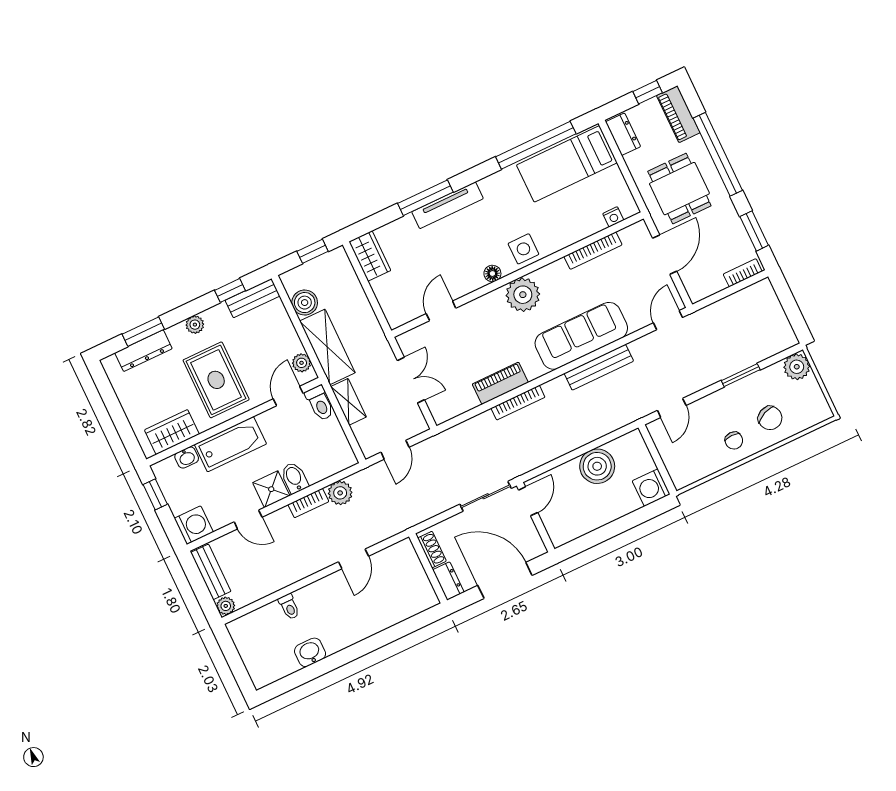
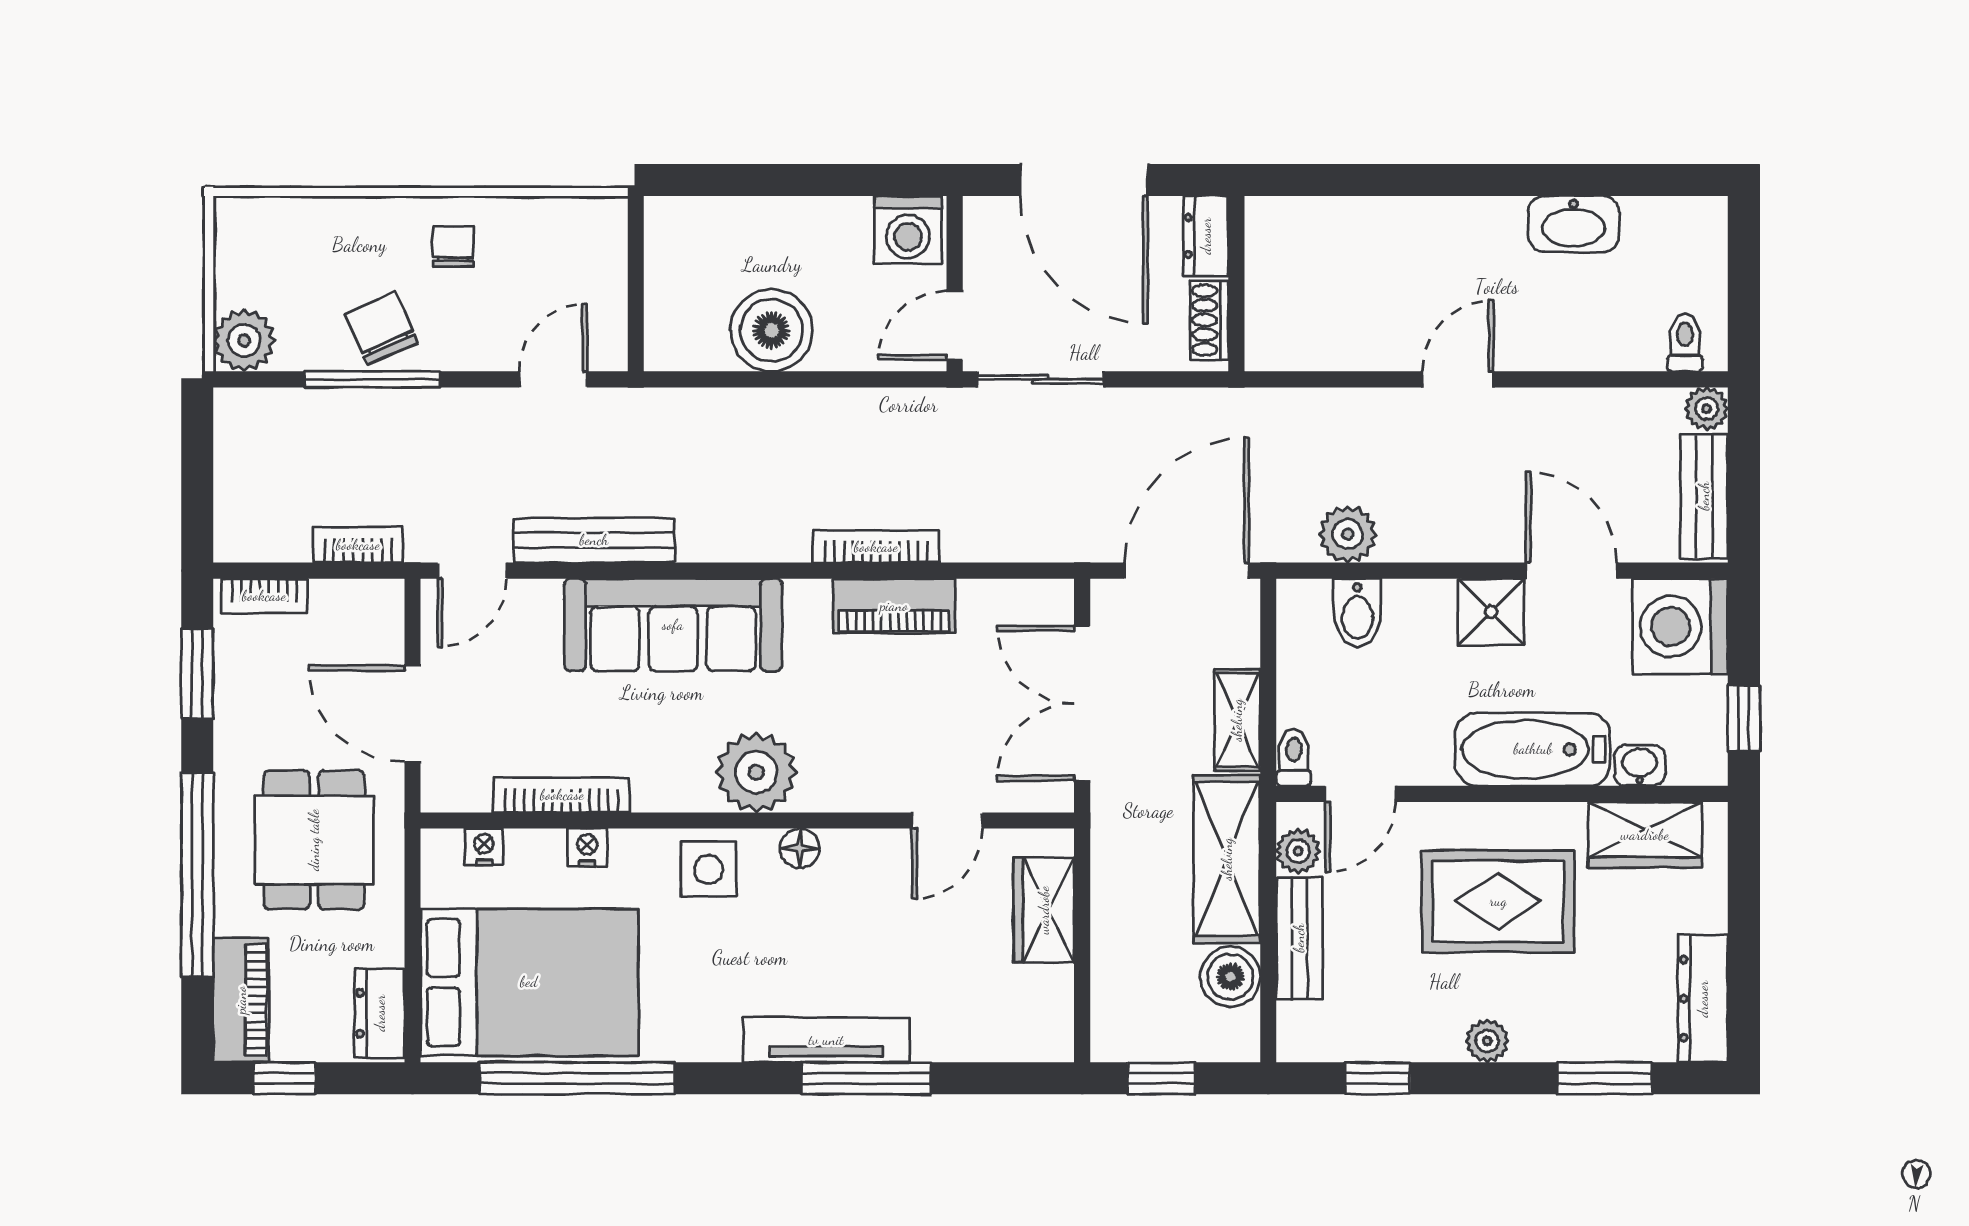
bed: (567, 164) -> (529, 982), width x1.50
nightstand: (574, 235) -> (587, 847), added
door: (665, 255) -> (413, 714), hinge flipped
wardrobe: (370, 256) -> (1044, 910), moved
bench: (253, 298) -> (1299, 938), moved, turned 90
dresser: (143, 351) -> (1703, 999), moved, turned -90
bench: (599, 367) -> (594, 540), moved
window: (741, 375) -> (373, 379), width x1.44
rug: (216, 380) -> (1498, 901), turned 90
double door: (411, 380) -> (1082, 703), width x1.37
toilet: (320, 403) -> (1294, 758), width x0.73, depth x0.72
chair: (770, 418) -> (381, 329), moved
door: (395, 450) -> (1186, 571), width x1.87
bidet: (294, 478) -> (1357, 613), moved
washing machine: (651, 488) -> (908, 230), moved, turned 90
bookcase: (308, 503) -> (358, 545), moved
door: (248, 519) -> (1571, 571), width x1.38
washing machine: (194, 525) -> (1680, 626), width x1.37, depth x1.37
door: (353, 559) -> (1458, 379), moved
toilet: (289, 607) -> (1685, 343), moved
washbasin: (310, 652) -> (1574, 224), width x1.38

